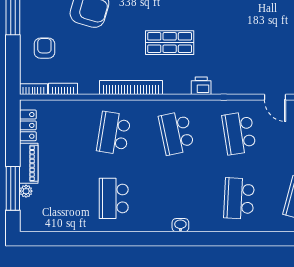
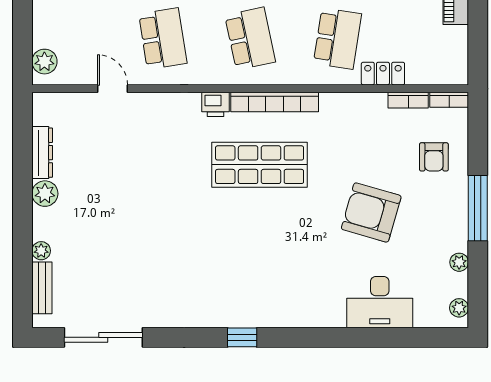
shop shelf: (170, 43) -> (260, 165), width x1.43, depth x1.36
bookcase: (131, 88) -> (275, 102), moved
locker: (28, 125) -> (383, 74), moved, turned 90

